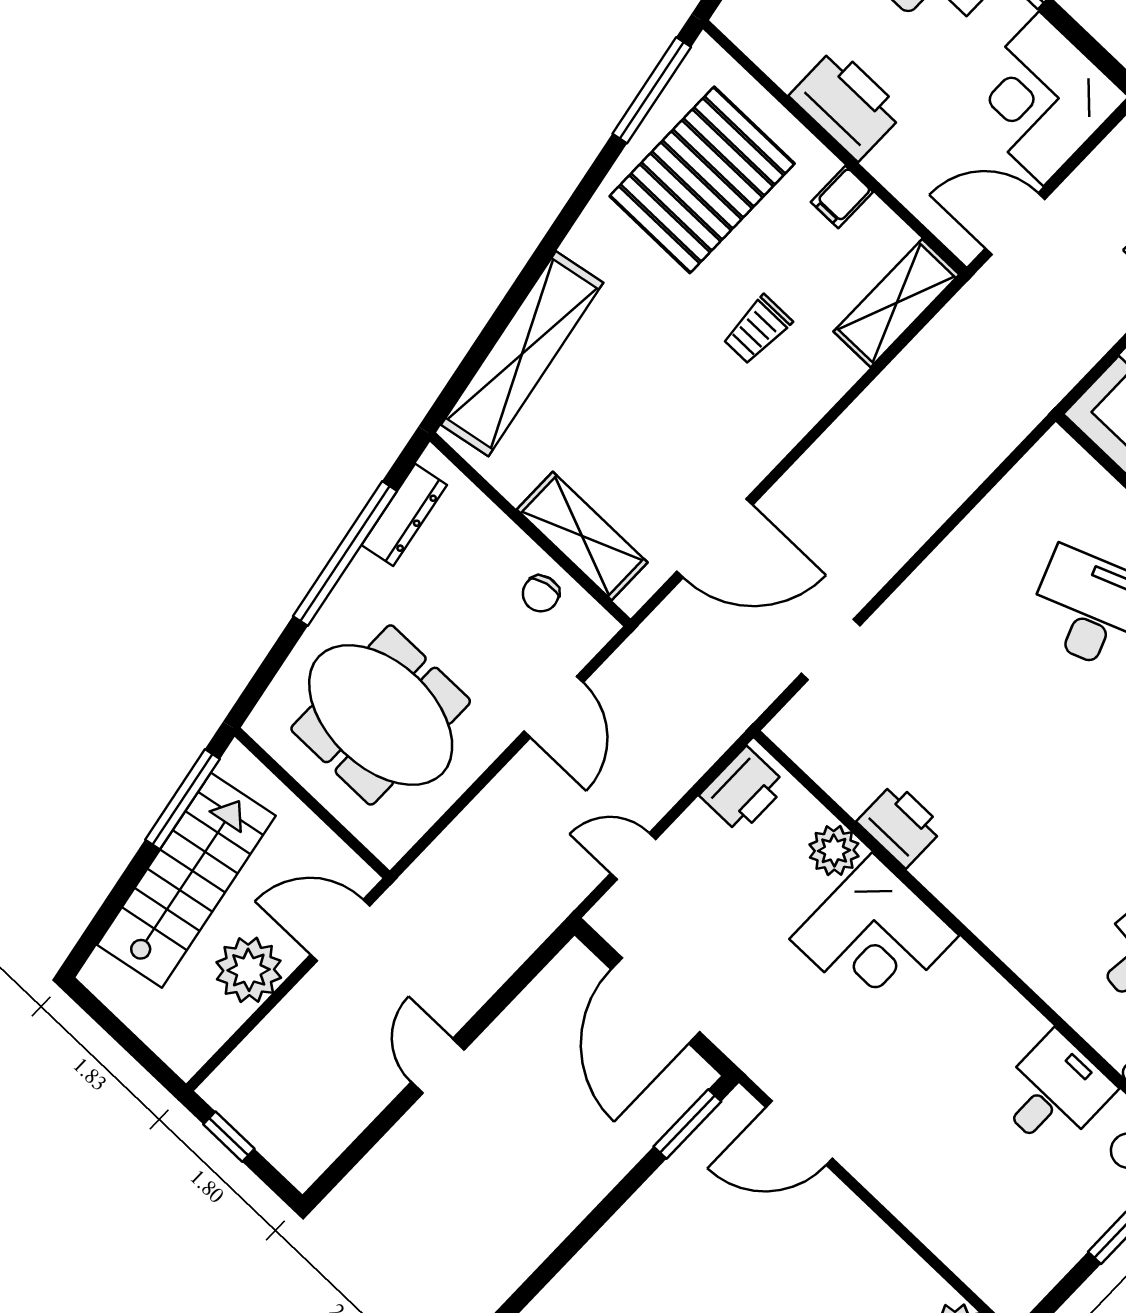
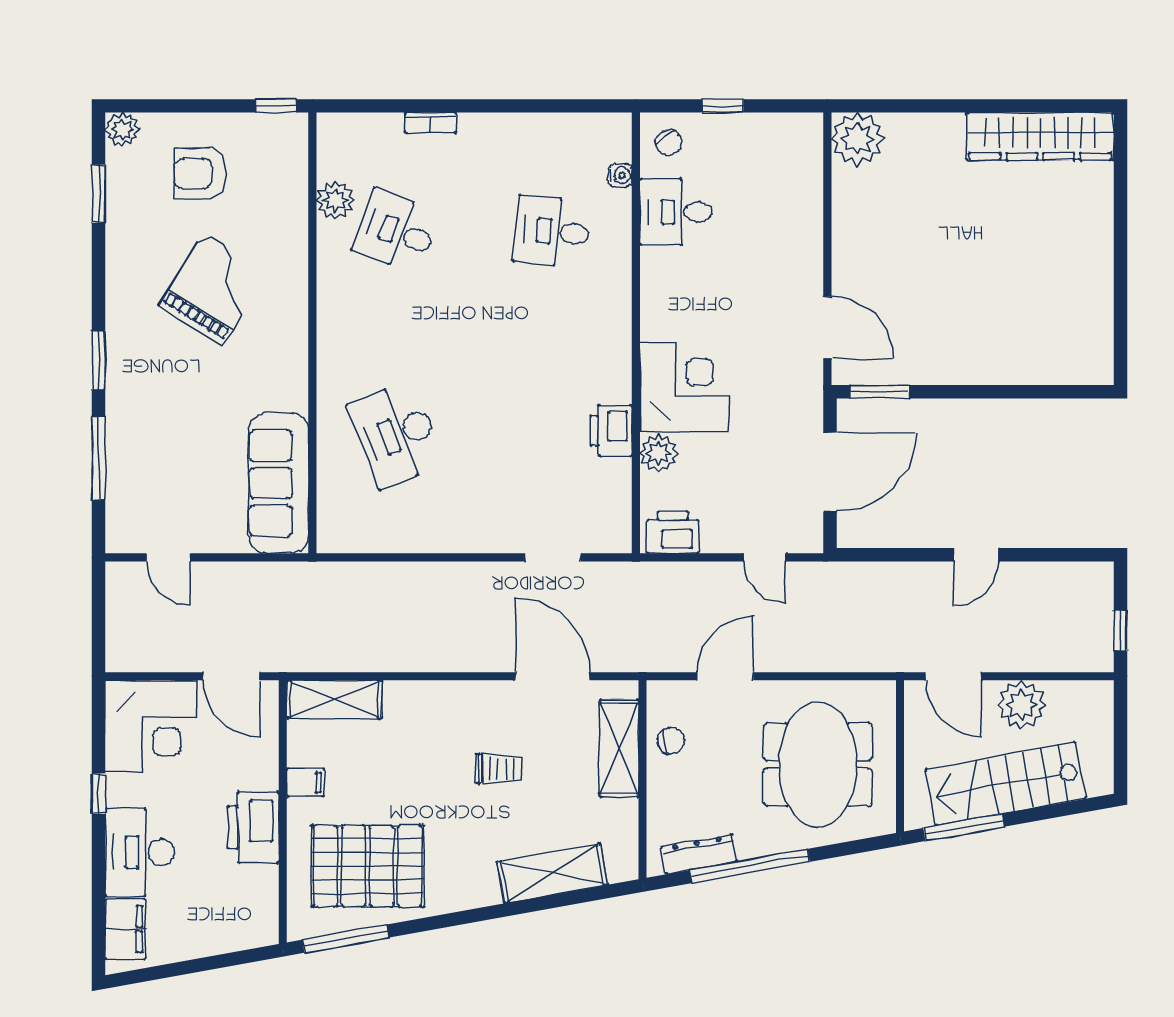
trolley: (757, 330) -> (499, 769), moved
shelving: (522, 354) -> (552, 873), width x0.68

